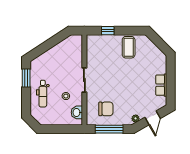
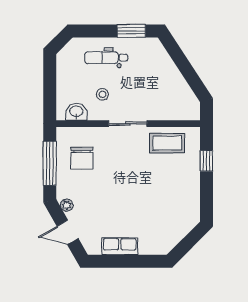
coffee table: (129, 47) -> (167, 143), moved

